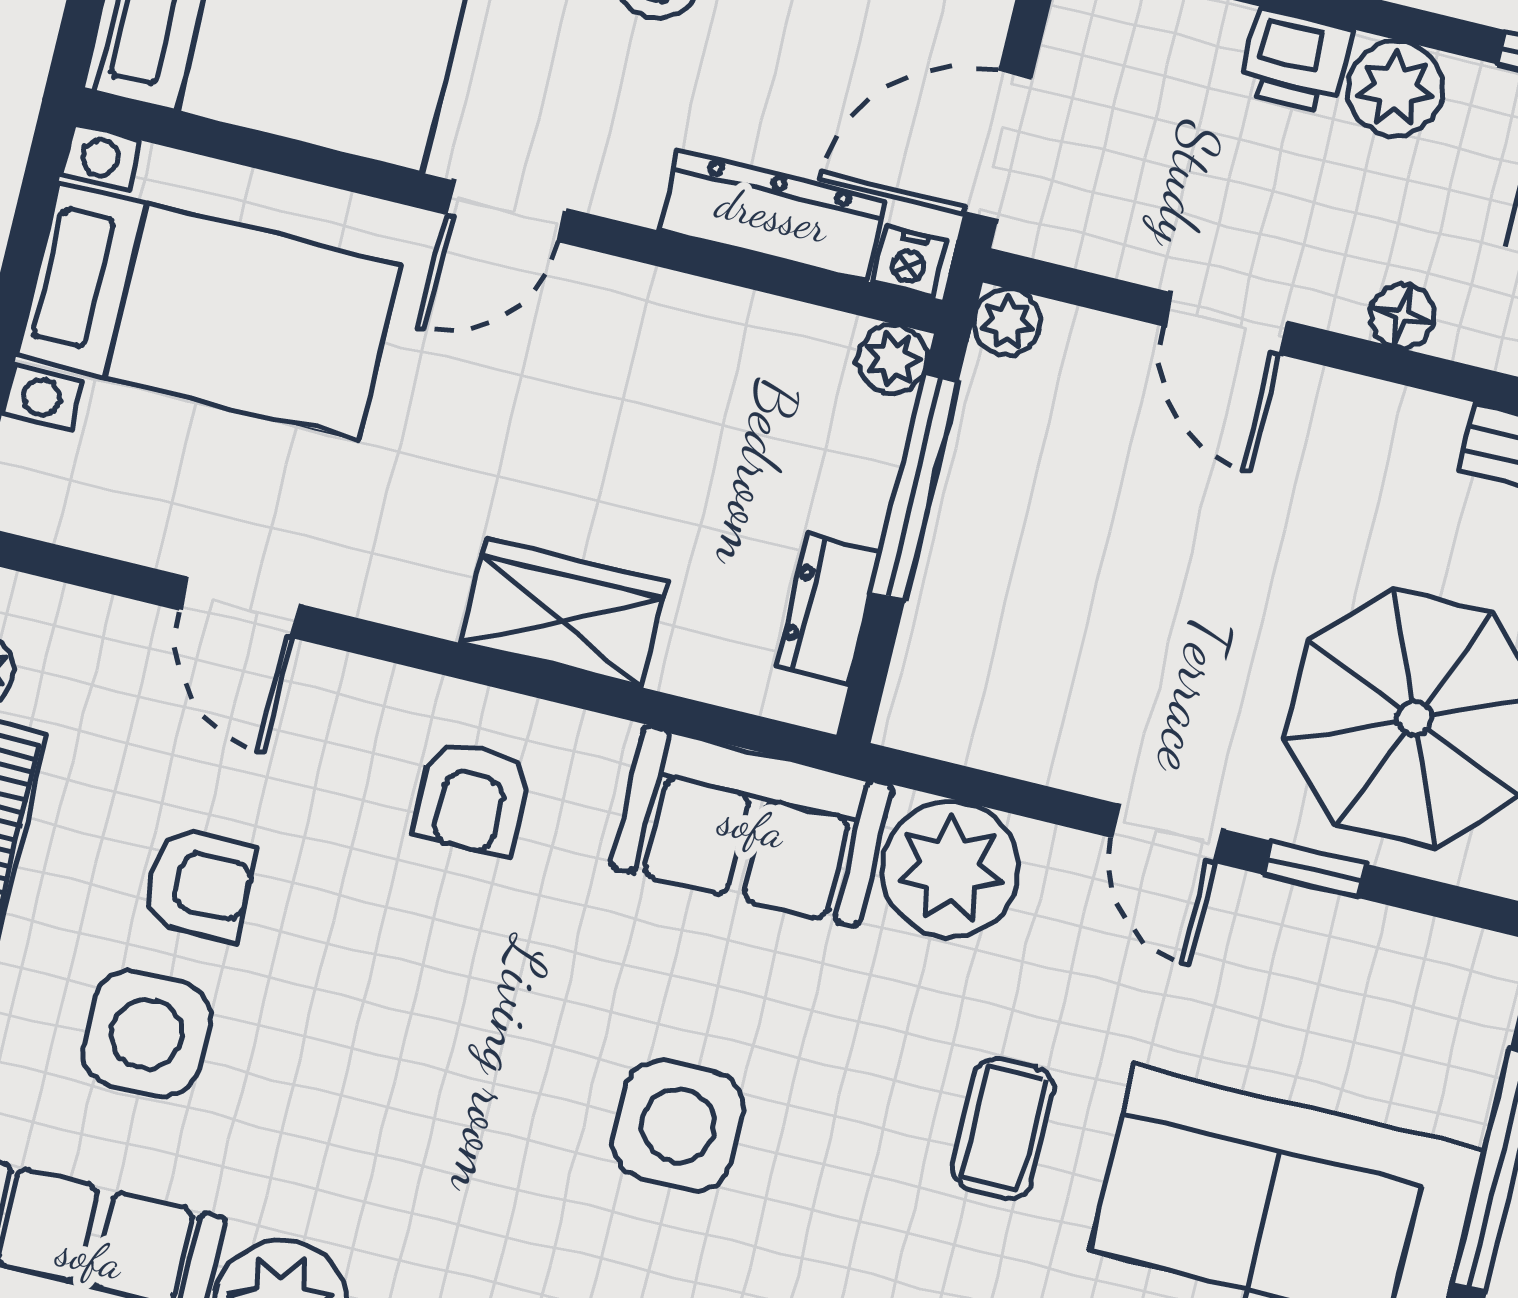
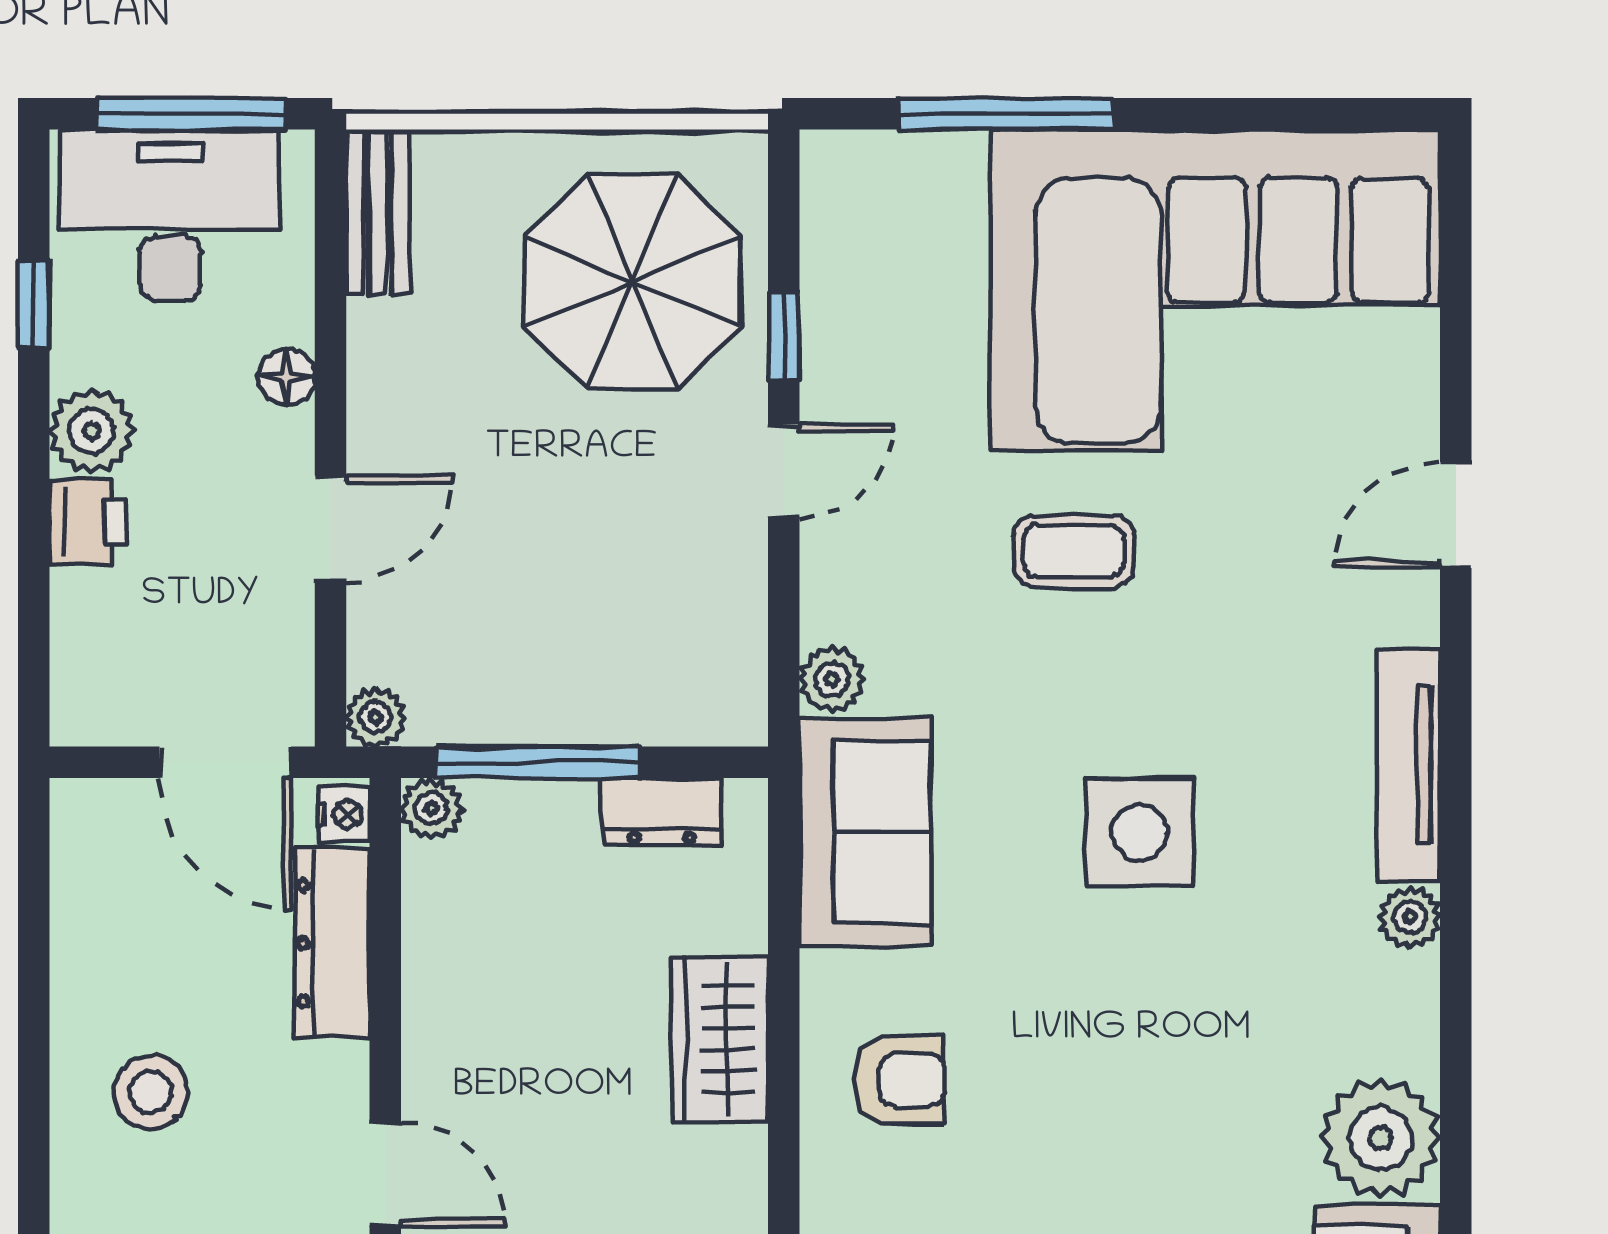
plant: (950, 869) -> (832, 679), width x0.53, depth x0.53

